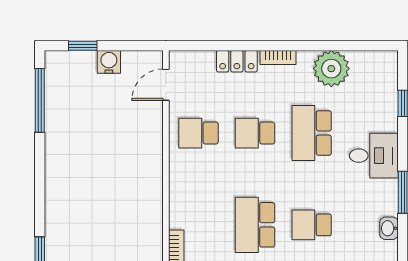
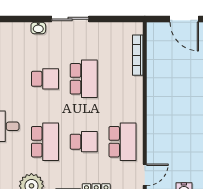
school desk: (199, 133) -> (122, 142), width x1.85

